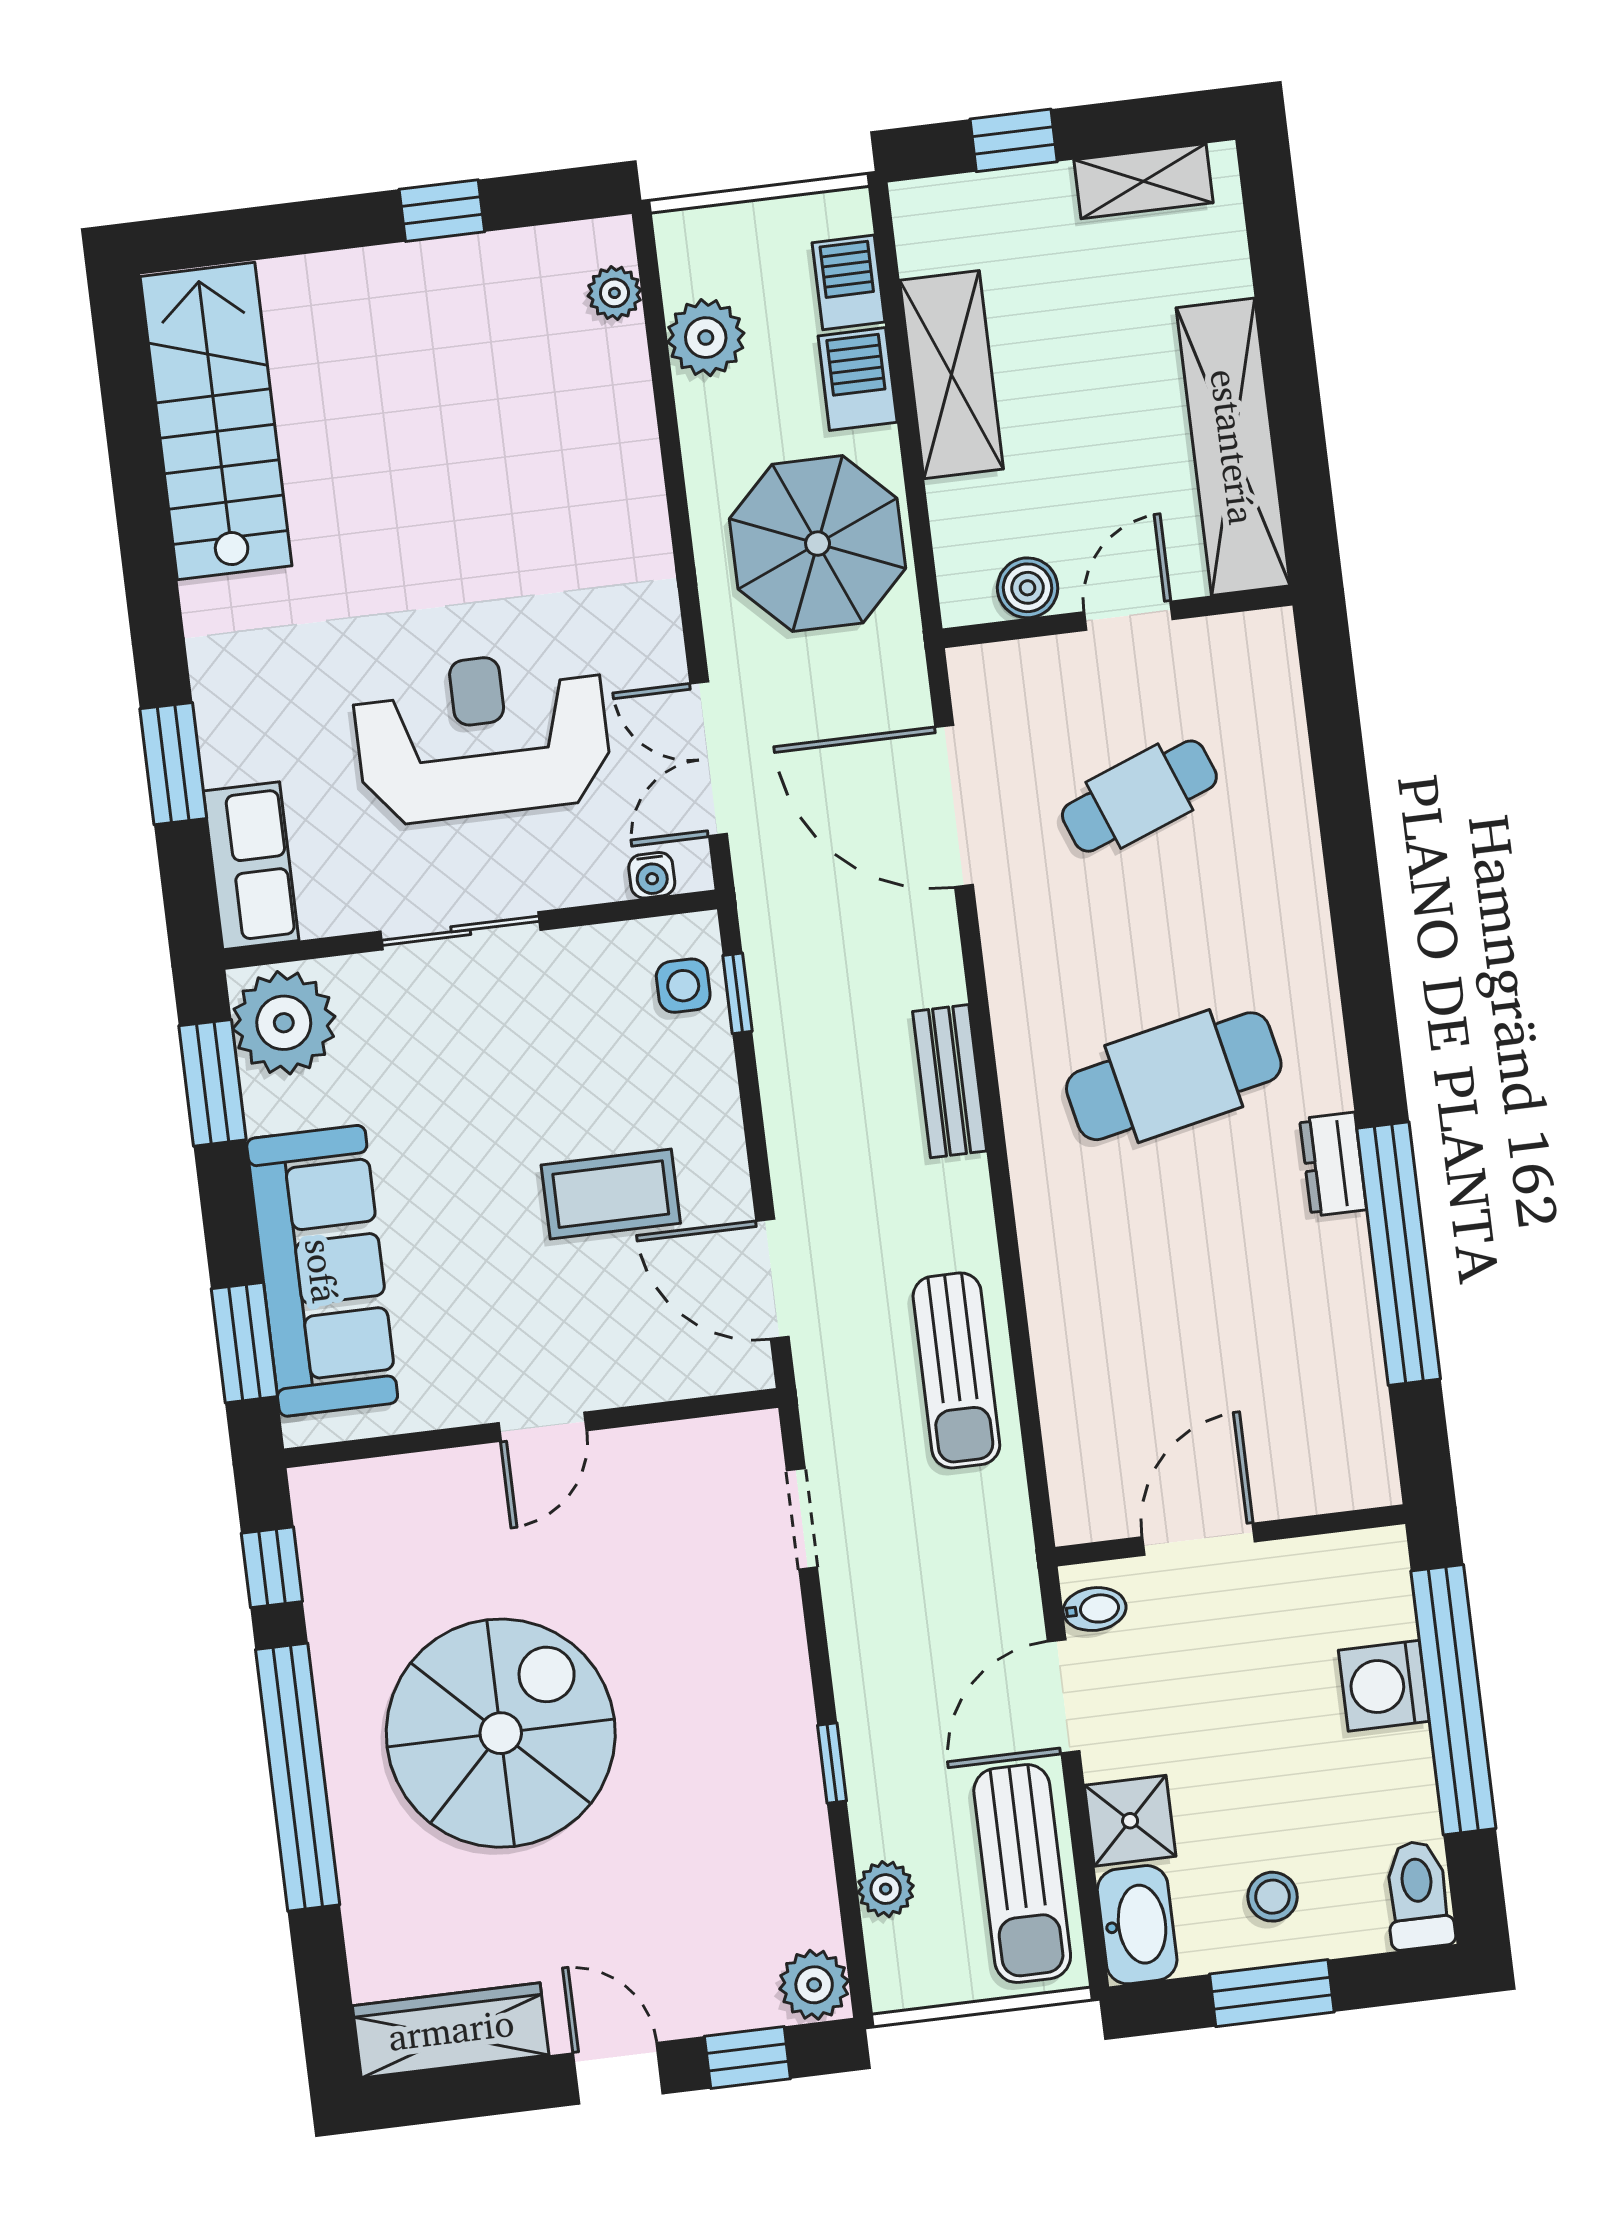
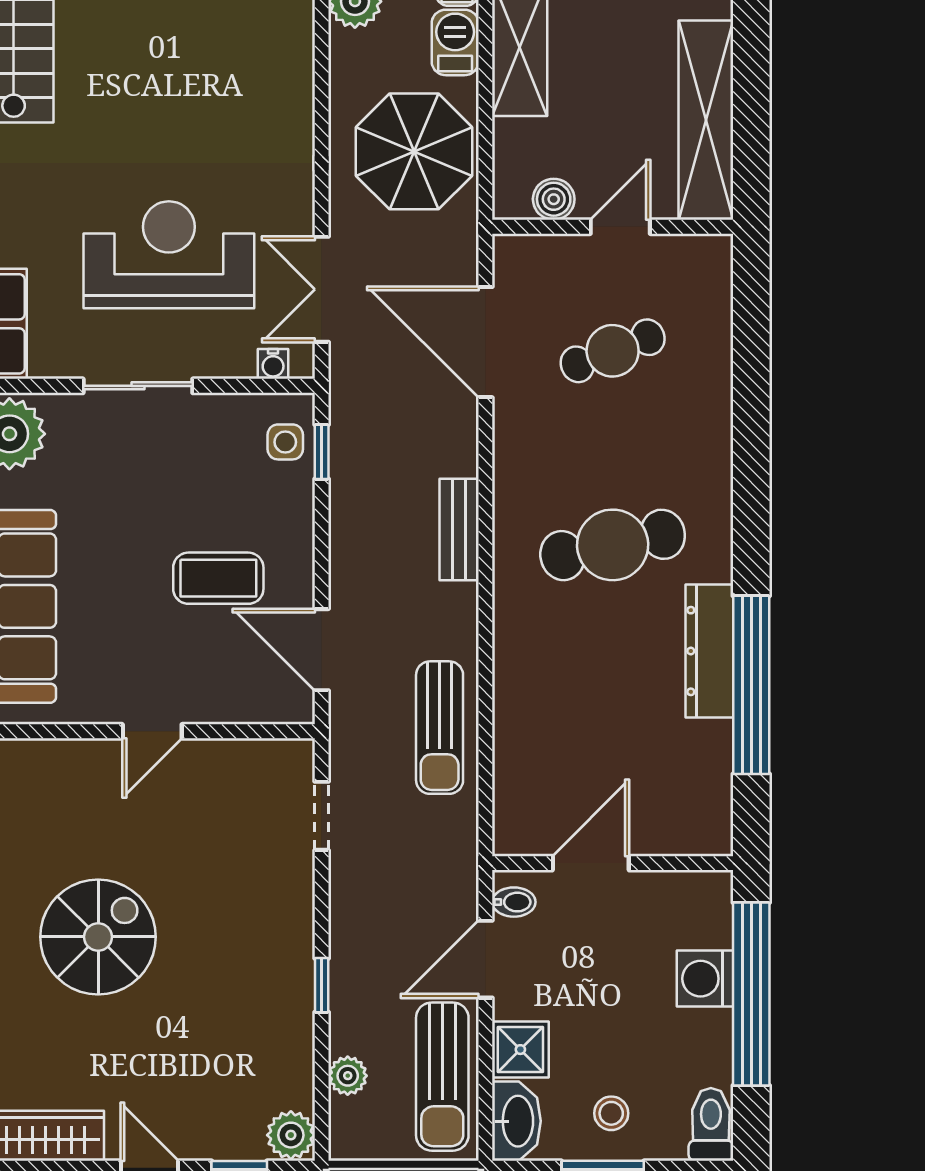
dresser: (1333, 1164) -> (709, 651), width x1.96, depth x1.24
spiral stairs: (501, 1733) -> (98, 937), width x0.73, depth x0.73

